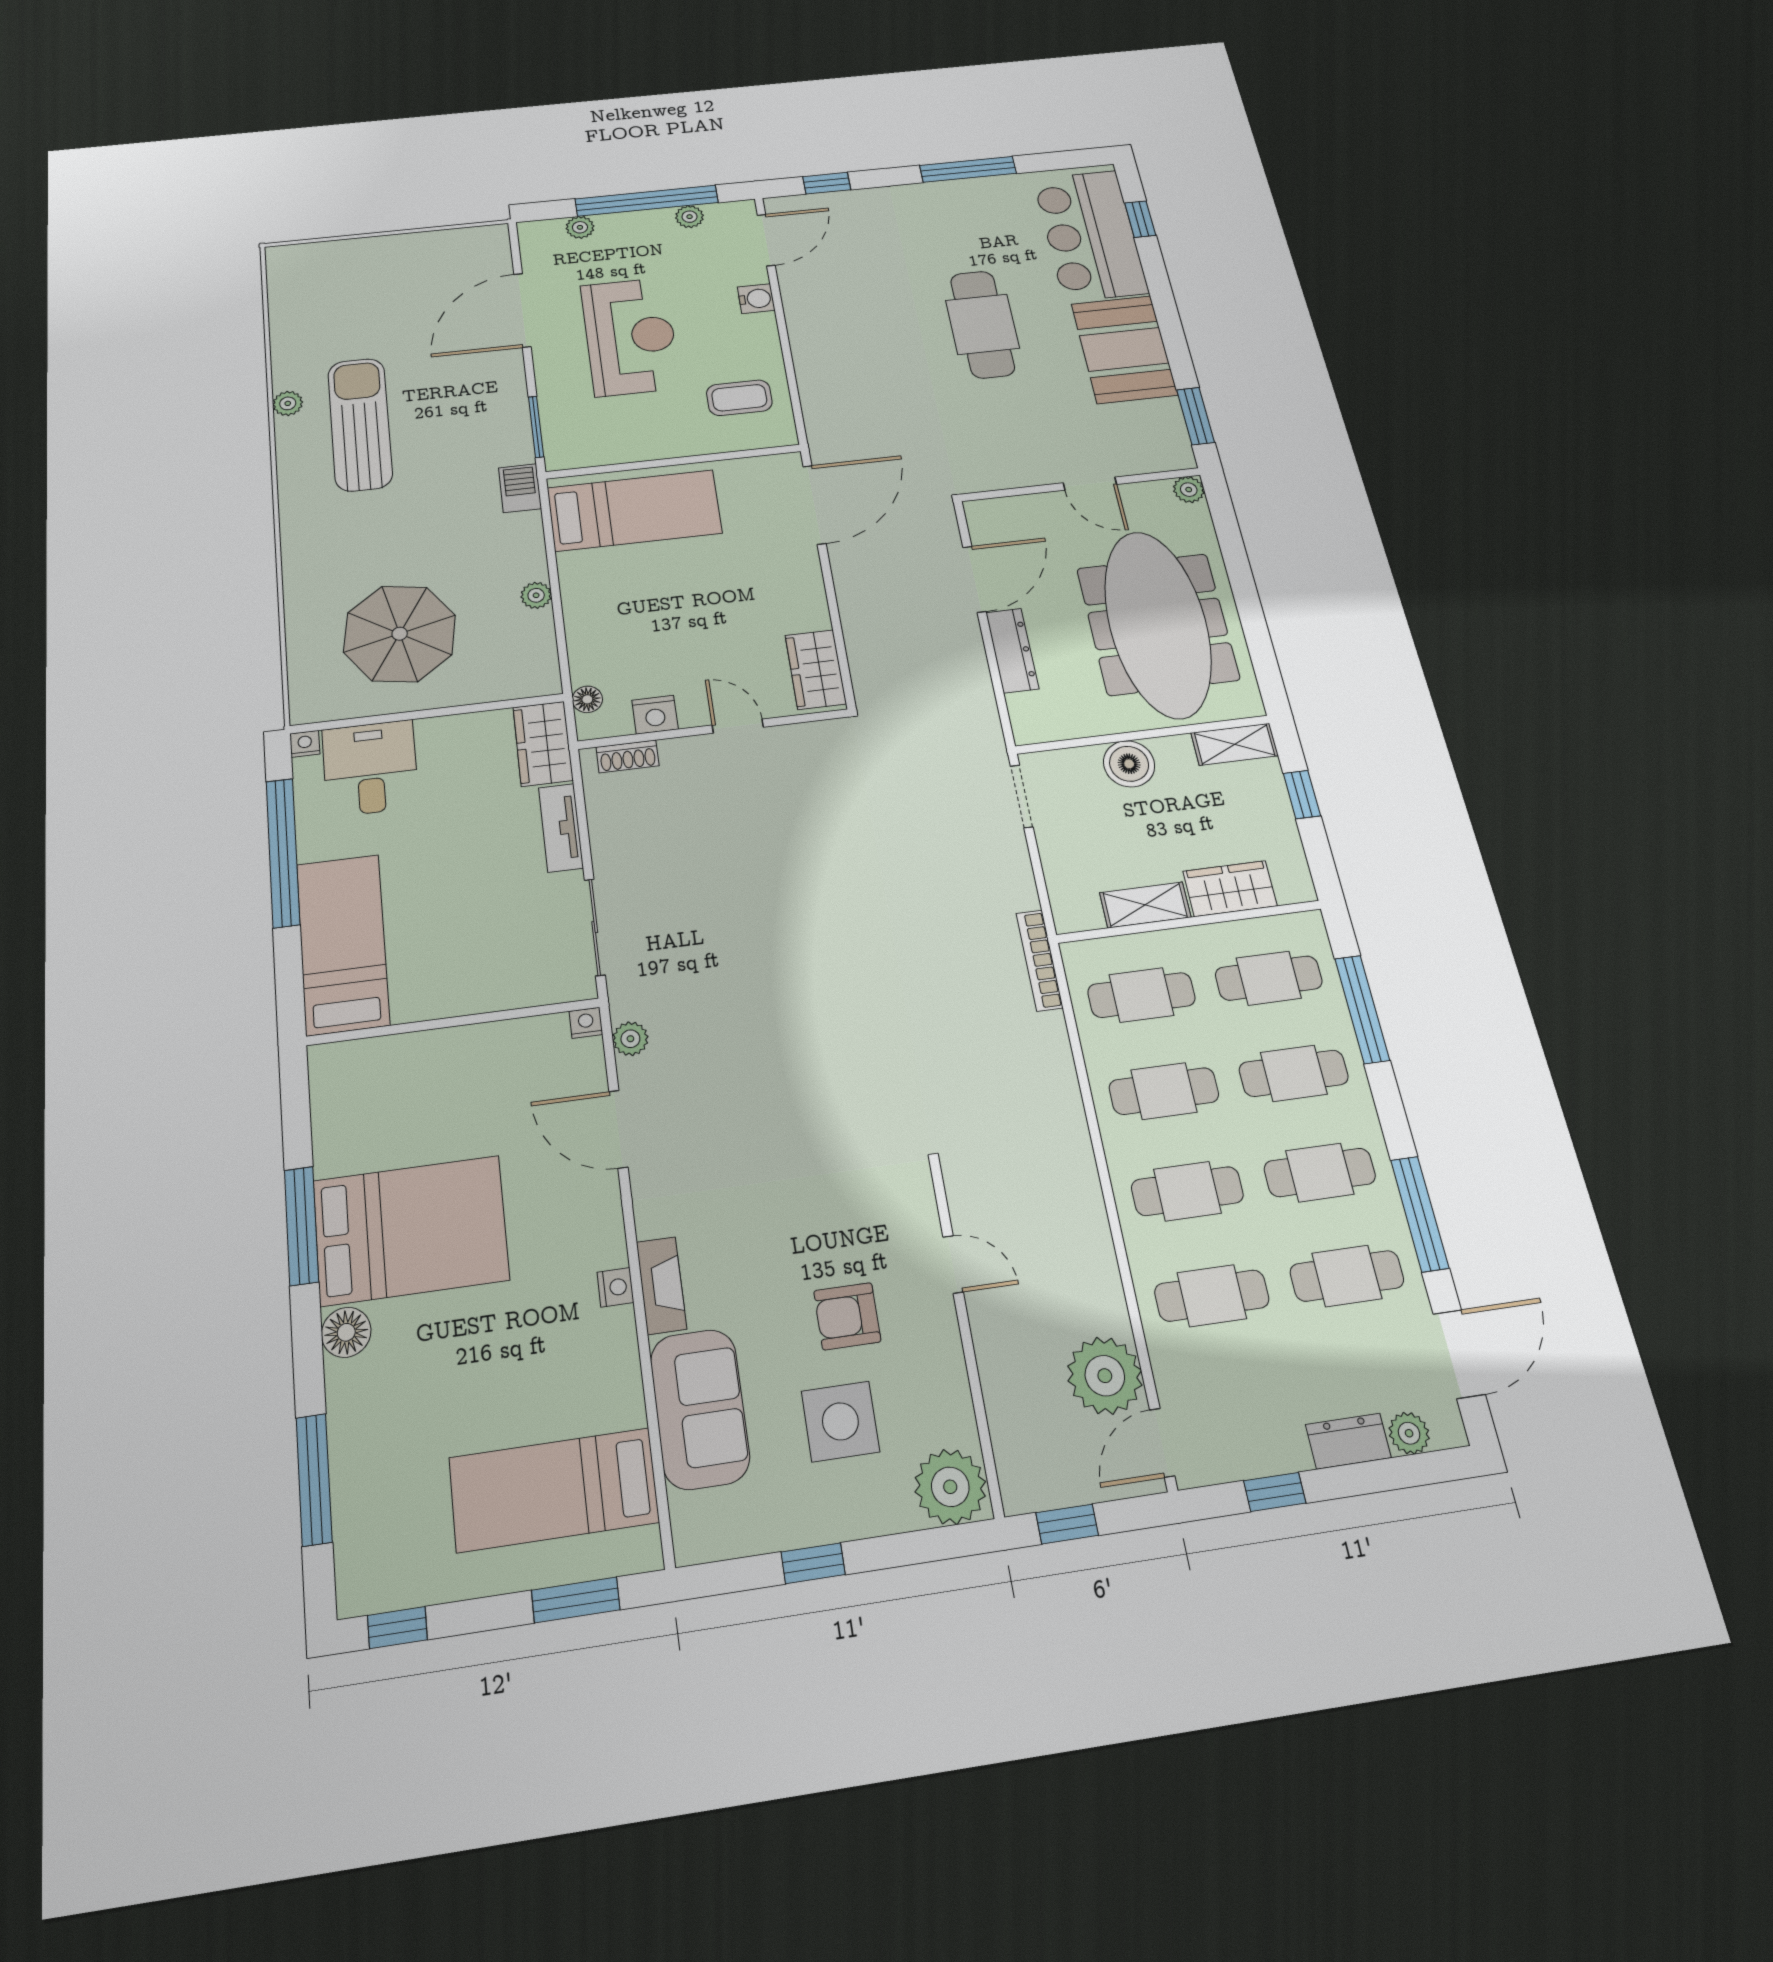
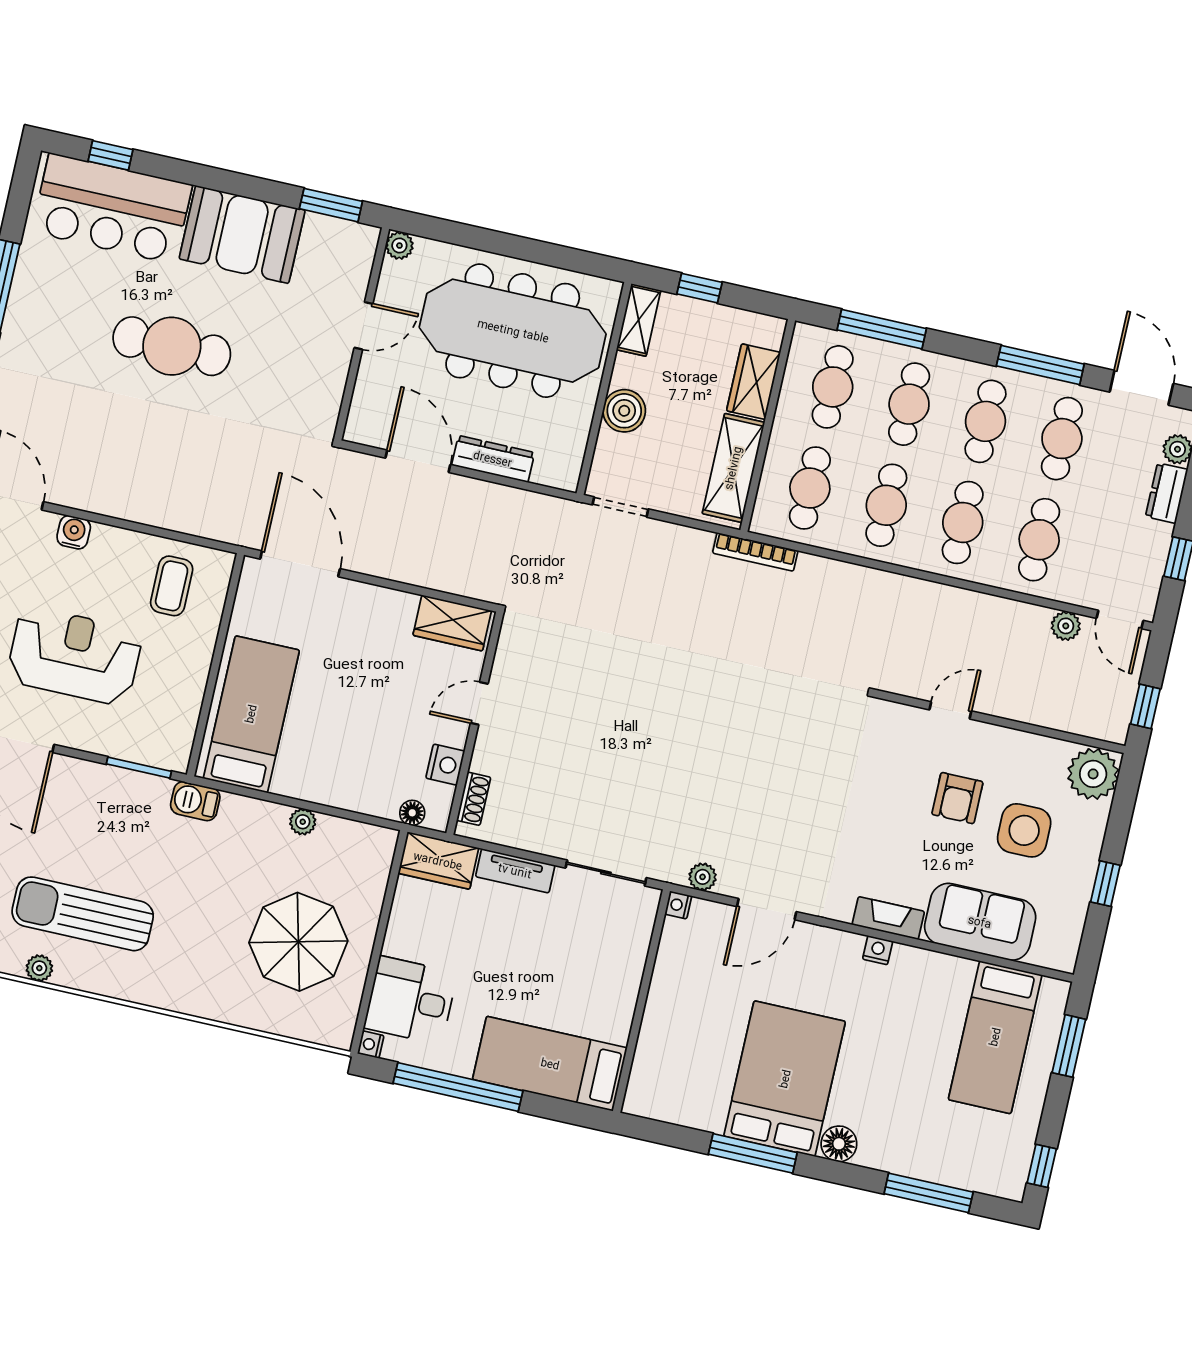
shelving: (1145, 905) -> (733, 468), width x1.50, depth x1.33
plant: (1105, 1376) -> (1066, 626), width x0.53, depth x0.53

